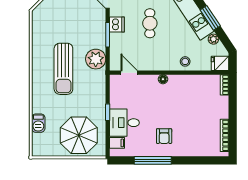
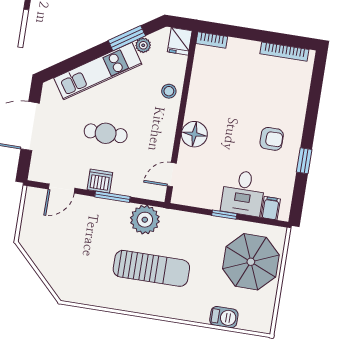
window: (210, 18) -> (127, 38), moved
floor lamp: (163, 79) -> (194, 134), width x1.89, depth x1.89
window: (153, 160) -> (304, 161), width x0.46

